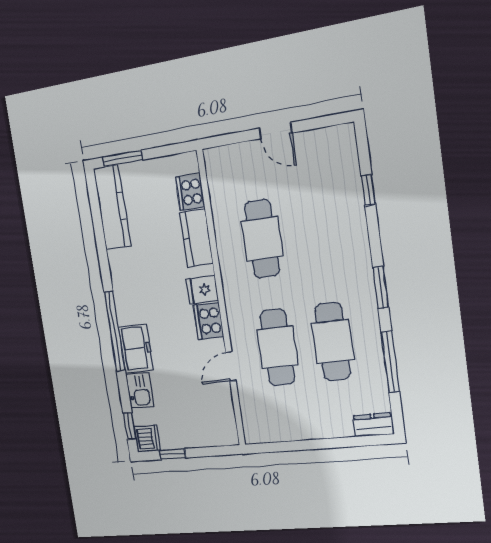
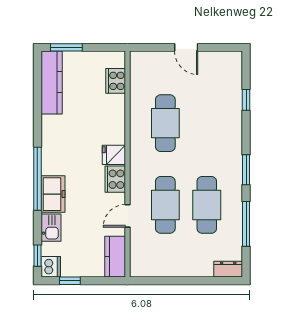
kitchen counter: (196, 238) -> (115, 257), moved

